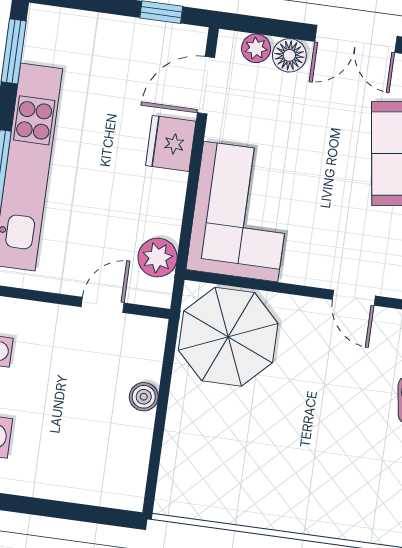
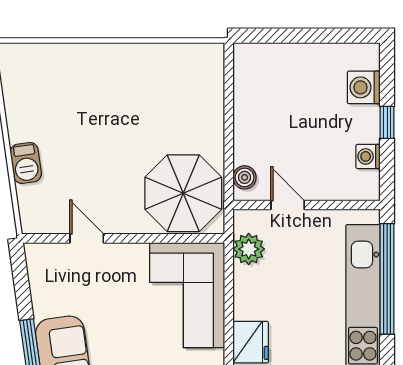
door: (103, 305) -> (288, 205), swing flipped
boiler: (144, 397) -> (245, 177), moved

